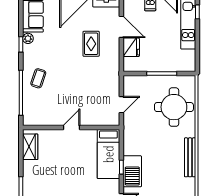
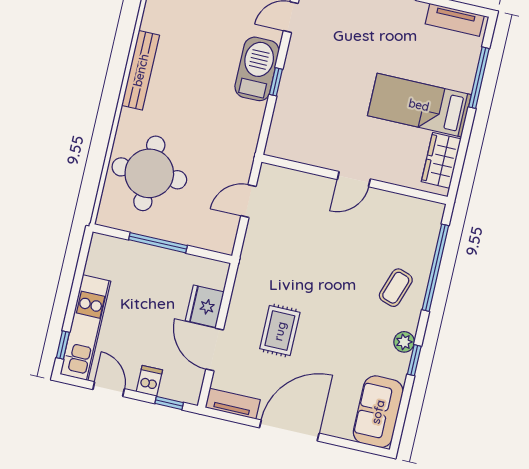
plant: (28, 38) -> (404, 342), moved
bed: (108, 154) -> (419, 105), moved, turned -90

